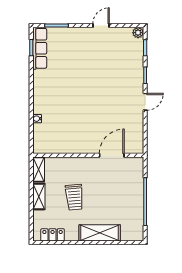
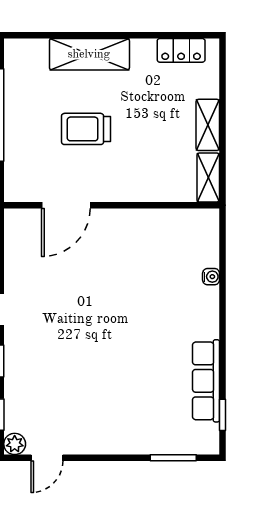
door: (101, 26) -> (47, 458), moved
row of seats: (40, 48) -> (206, 381), moved
trolley: (74, 197) -> (86, 129), moved, turned -85

